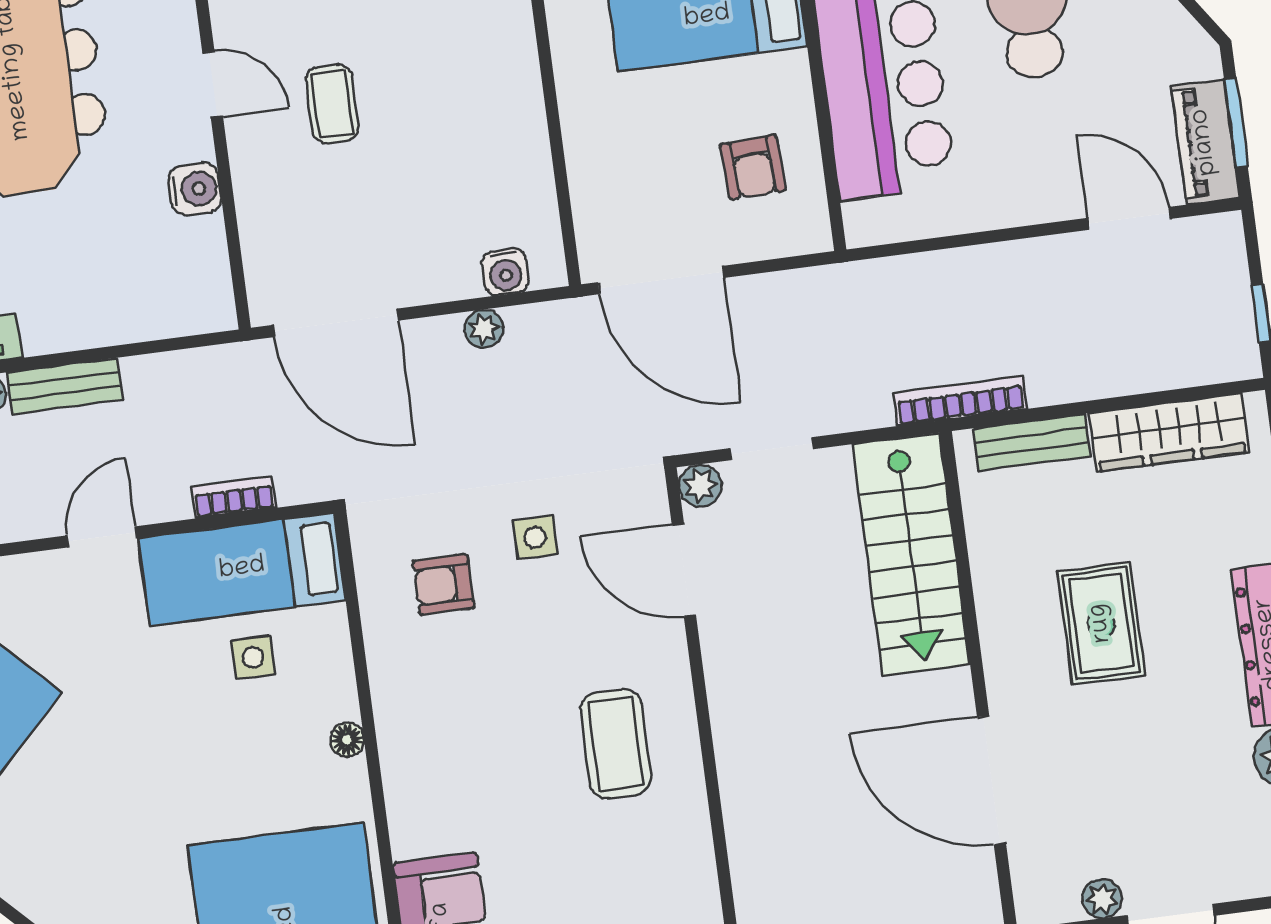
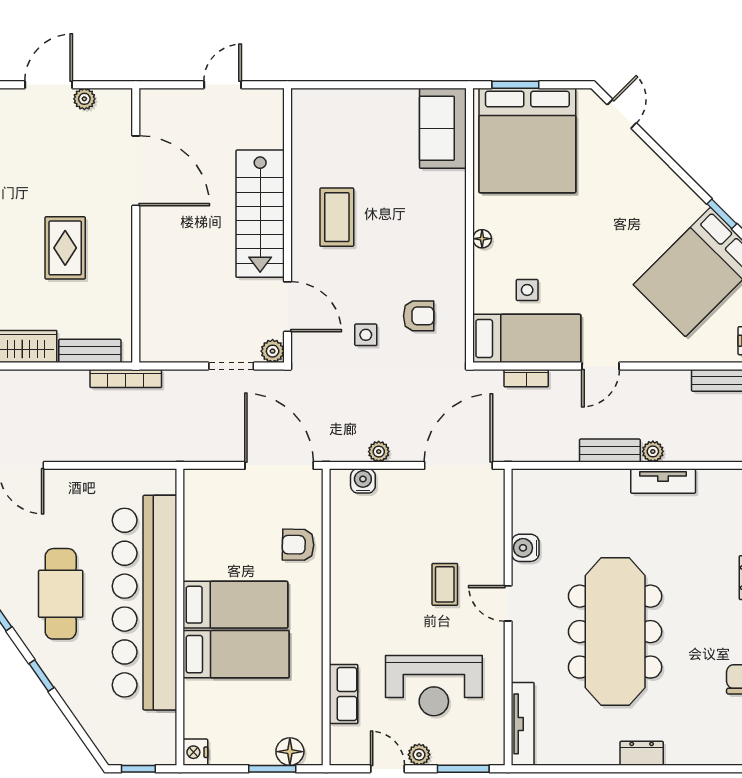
armchair: (753, 167) -> (298, 545), moved, turned -86
door: (336, 323) -> (458, 465), hinge flipped
stairs: (911, 554) -> (260, 214), moved, turned 180

